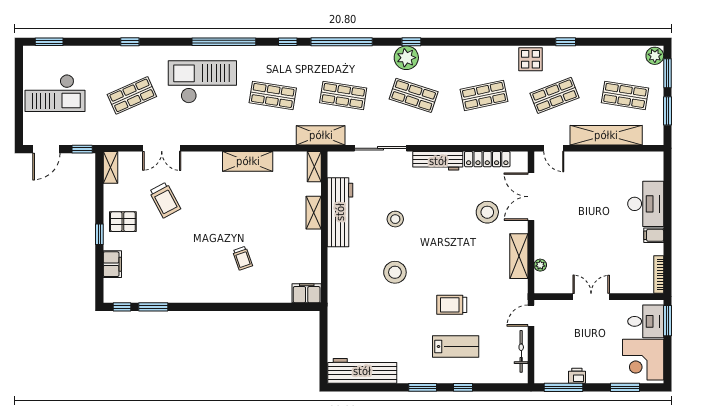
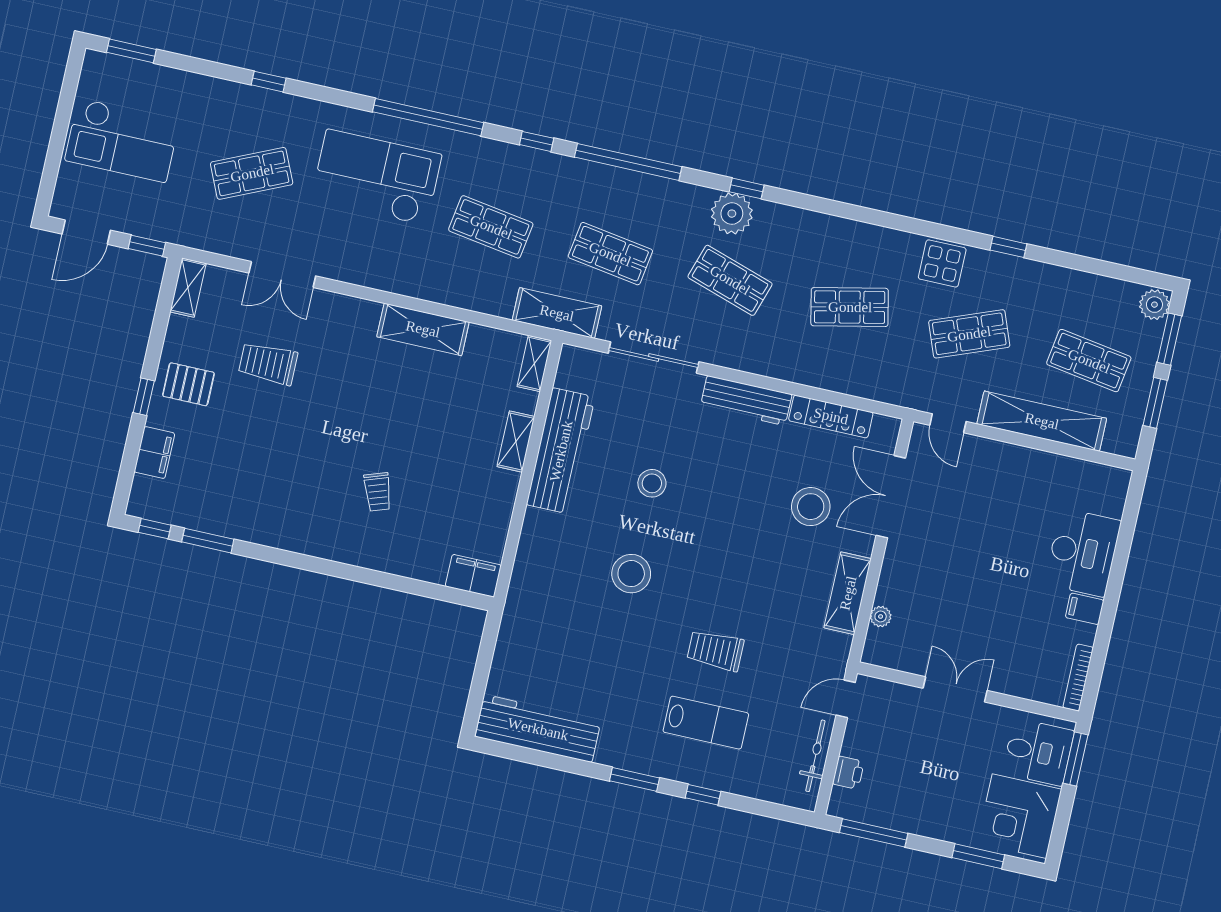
trolley: (165, 200) -> (268, 363), turned 118
printer: (577, 376) -> (848, 773), moved, turned 90

